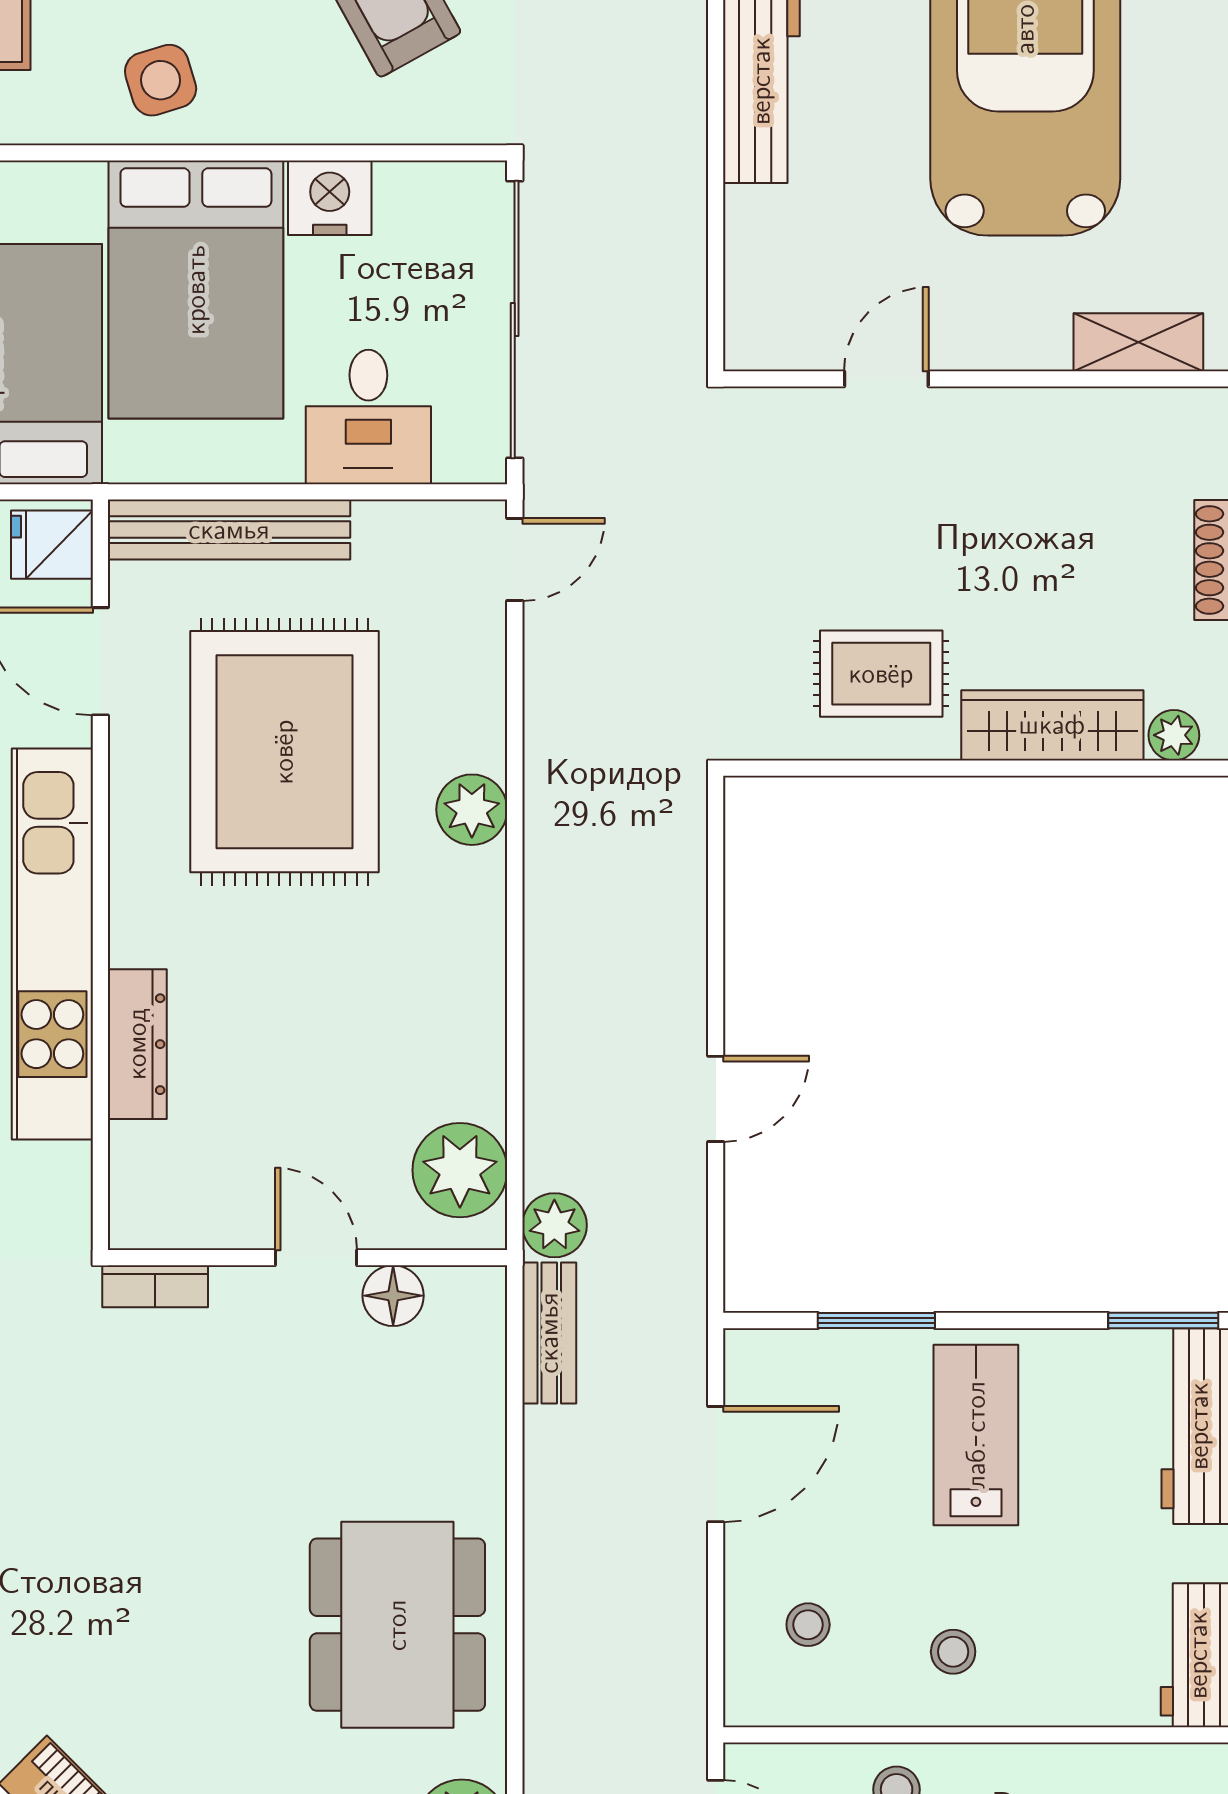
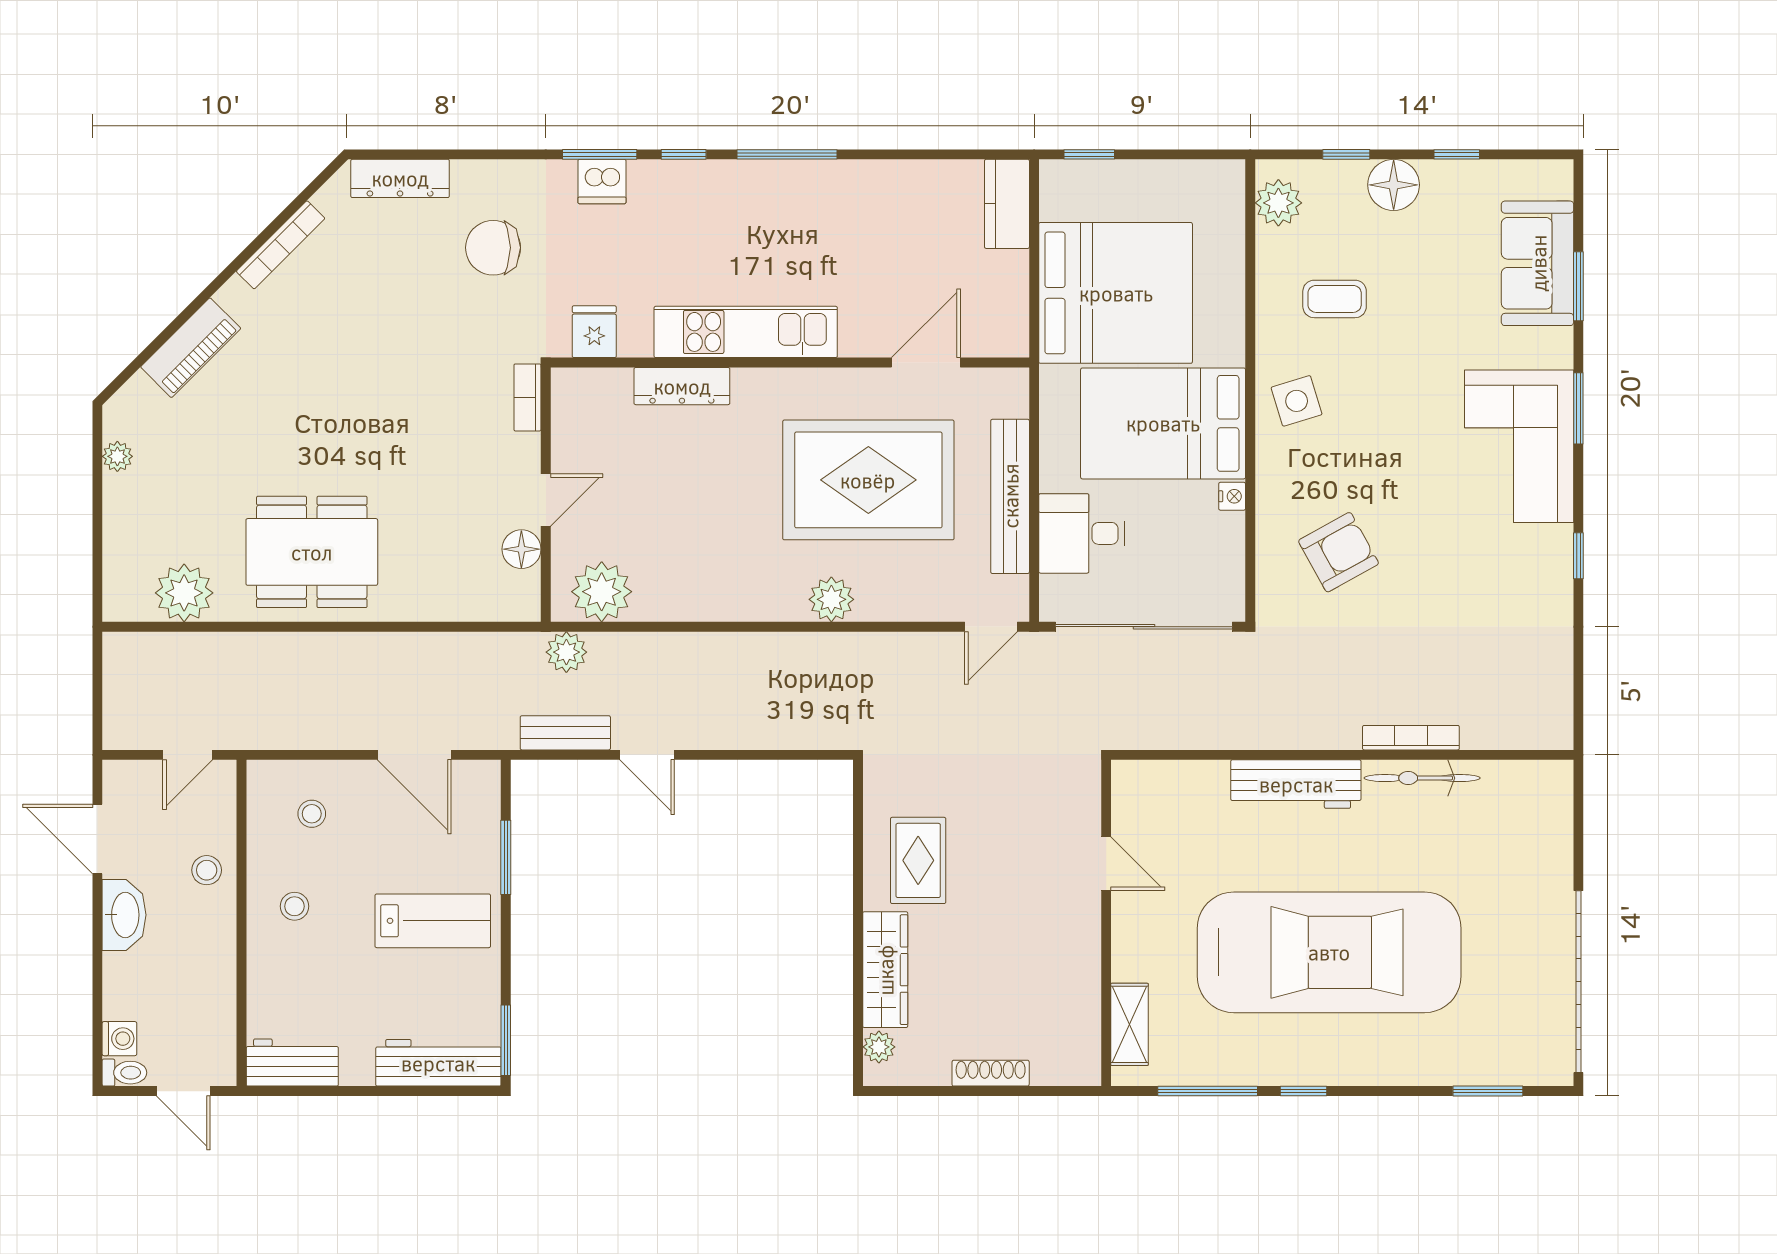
nightstand: (330, 198) -> (1232, 496), width x0.53, depth x0.56
bench: (229, 530) -> (1010, 496), moved
fridge: (52, 545) -> (594, 332), moved
door: (515, 559) -> (991, 627), hinge flipped
kitchen unit: (52, 944) -> (746, 332), width x0.73
bench: (549, 1333) -> (565, 733), moved

